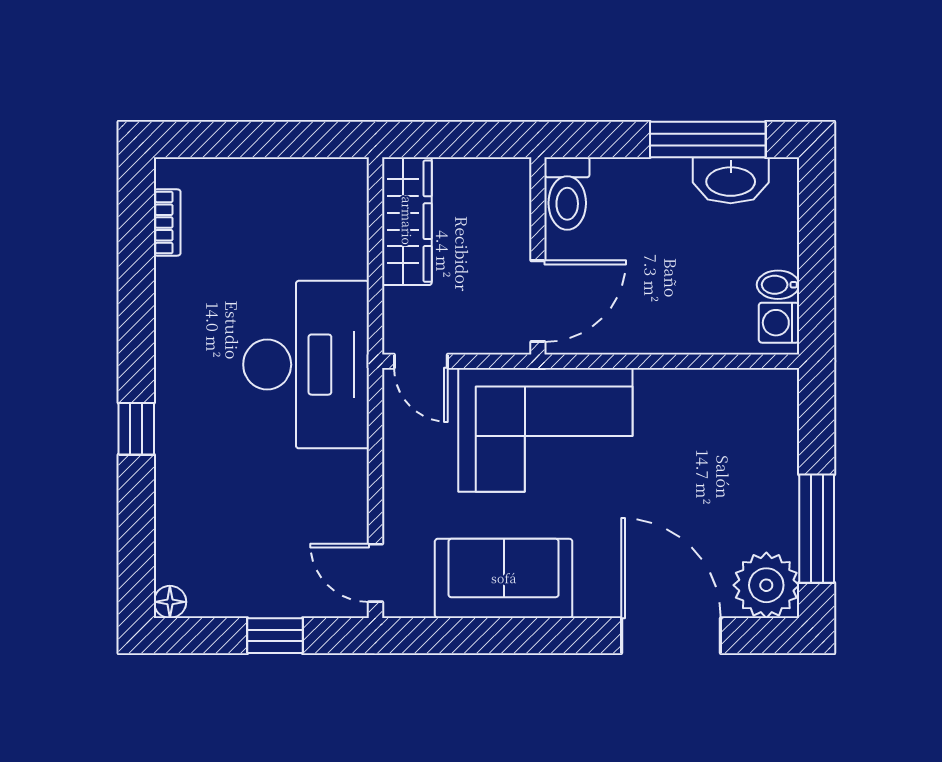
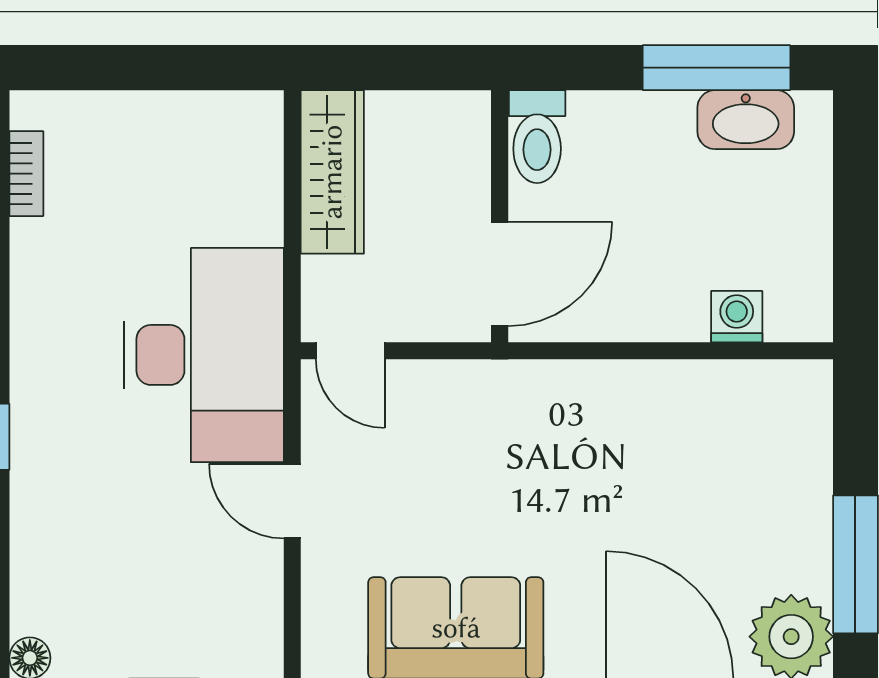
bidet: (778, 285) -> (806, 253), removed
washing machine: (779, 323) -> (737, 317), moved, turned 90
corner sofa: (545, 430) -> (509, 438), removed
door: (375, 573) -> (292, 501), moved

